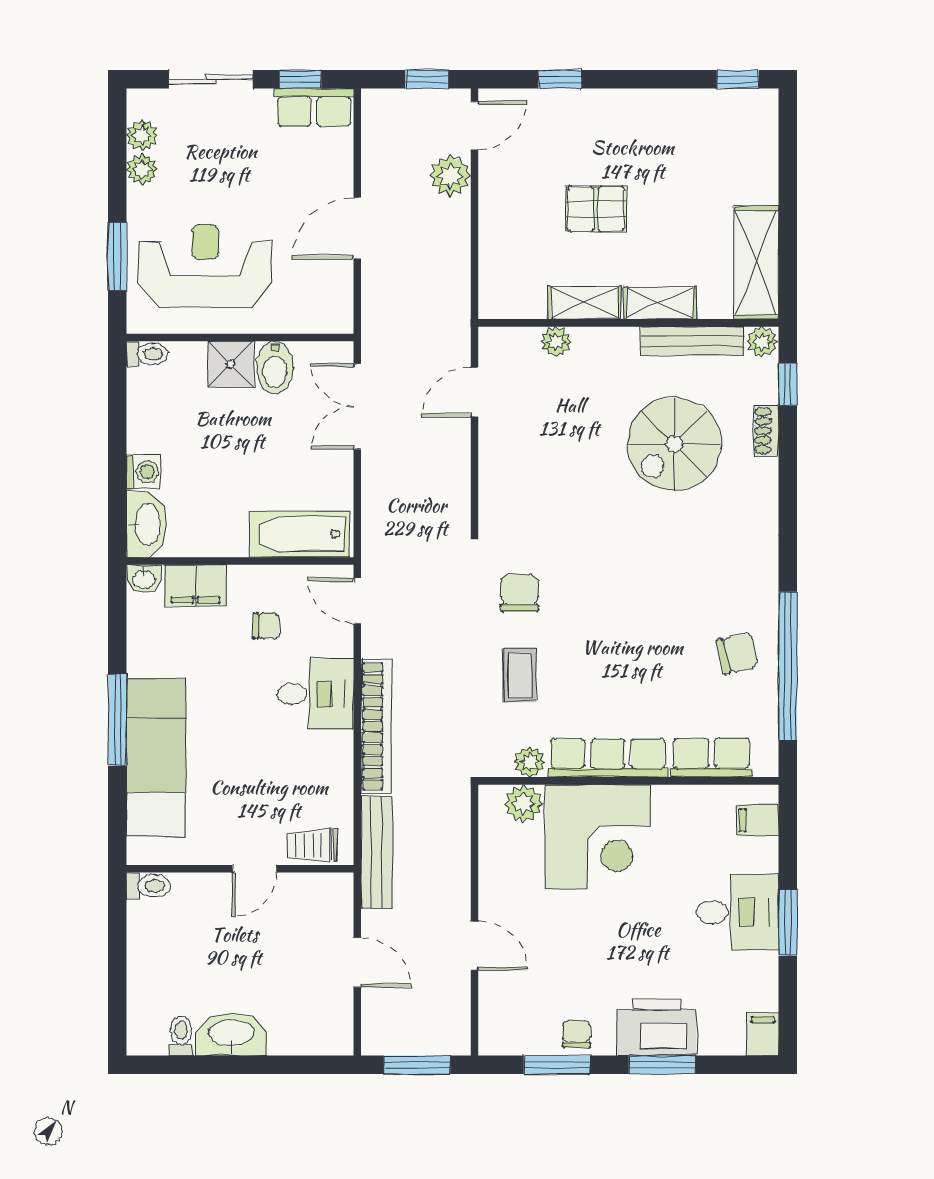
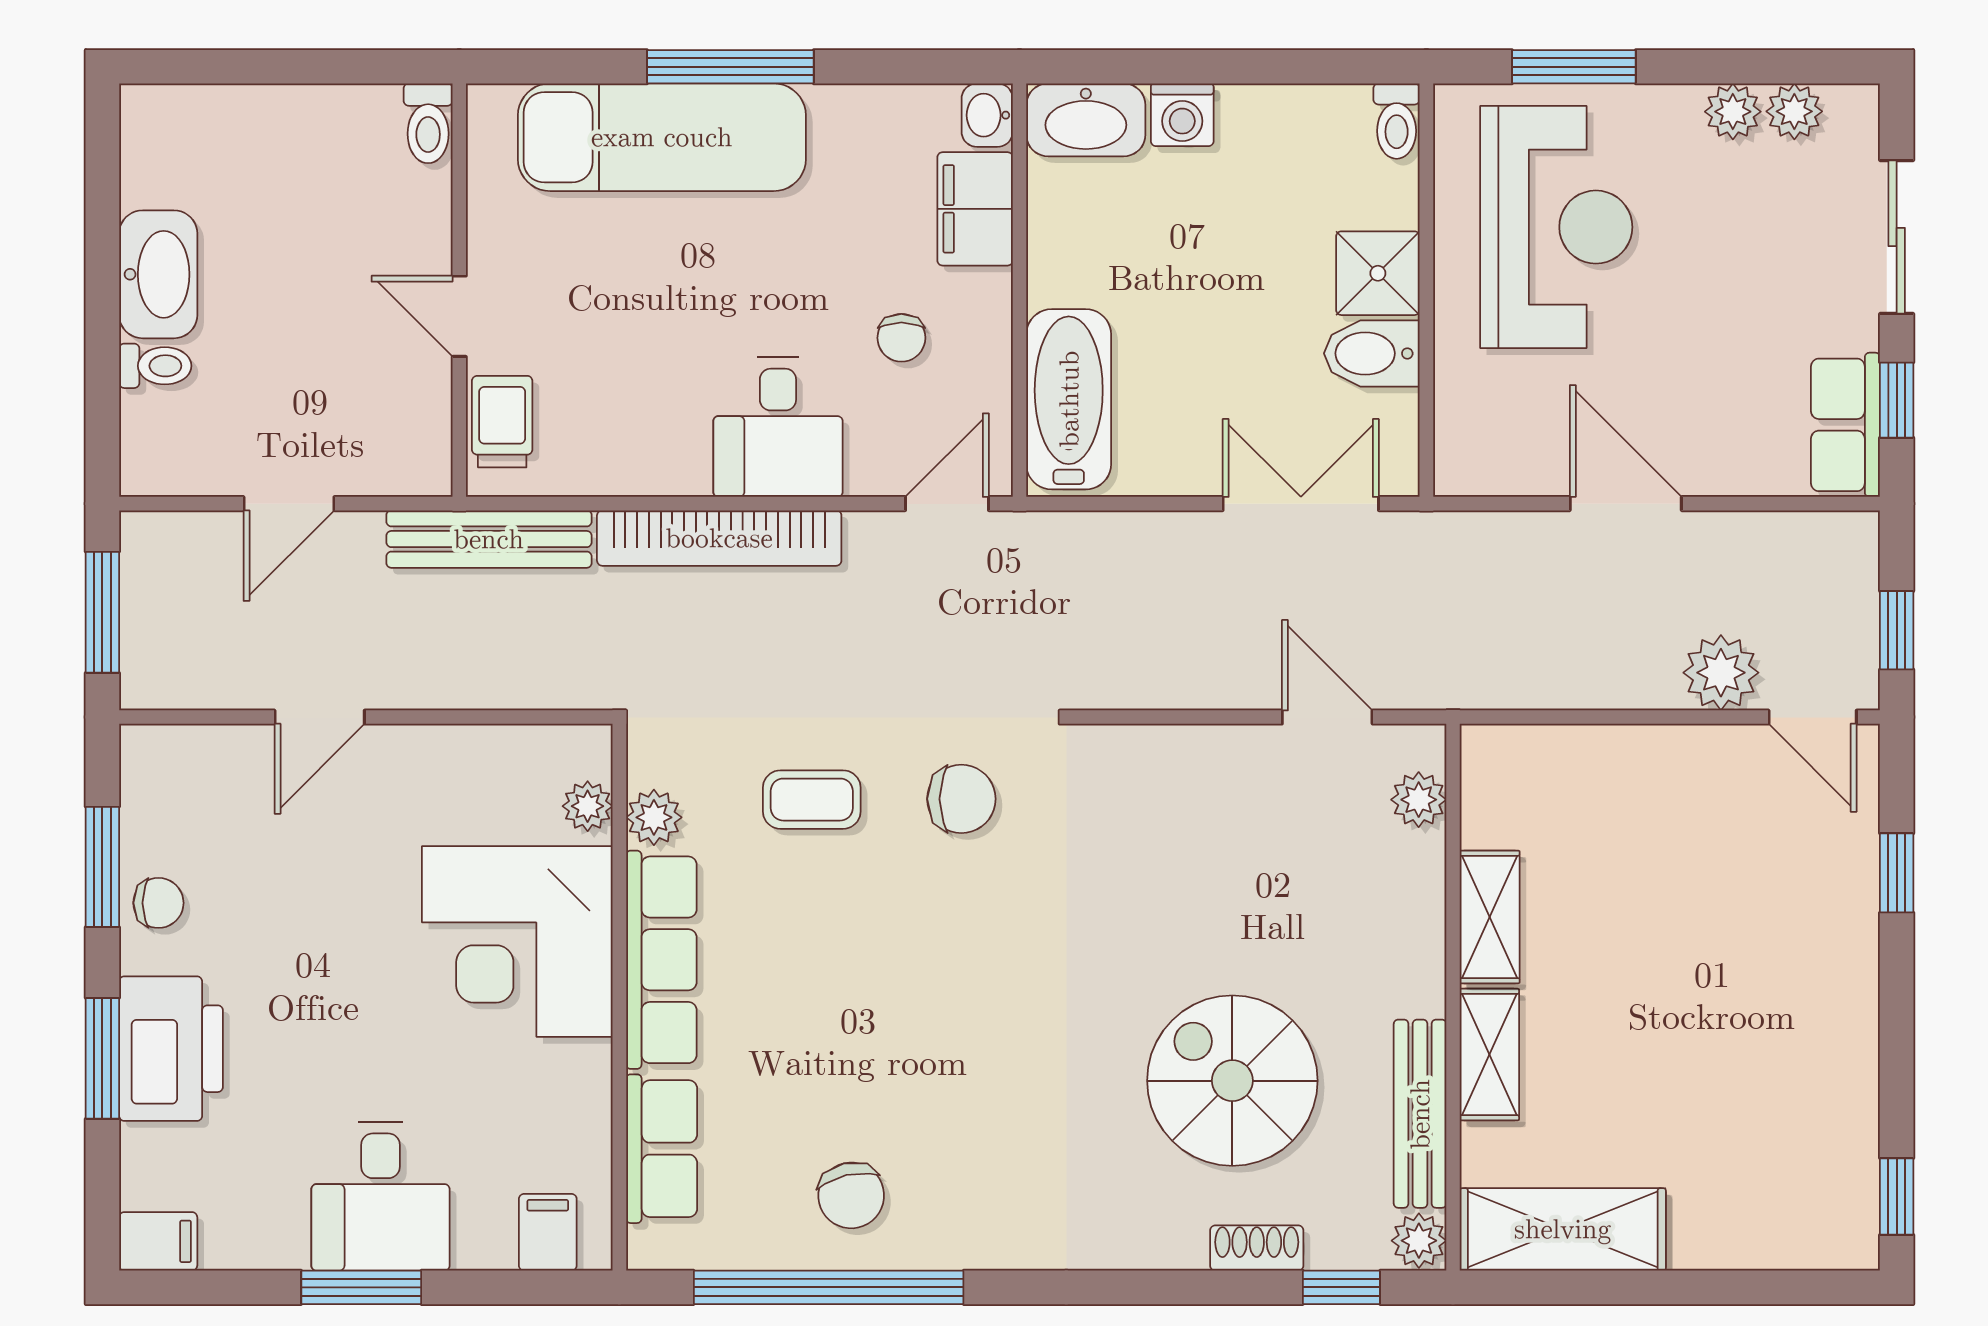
pallet: (596, 209) -> (1660, 938), removed
plant: (556, 342) -> (1419, 800), moved
plant: (523, 804) -> (588, 806), width x0.73, depth x0.73
toilet: (181, 1036) -> (155, 366), moved

